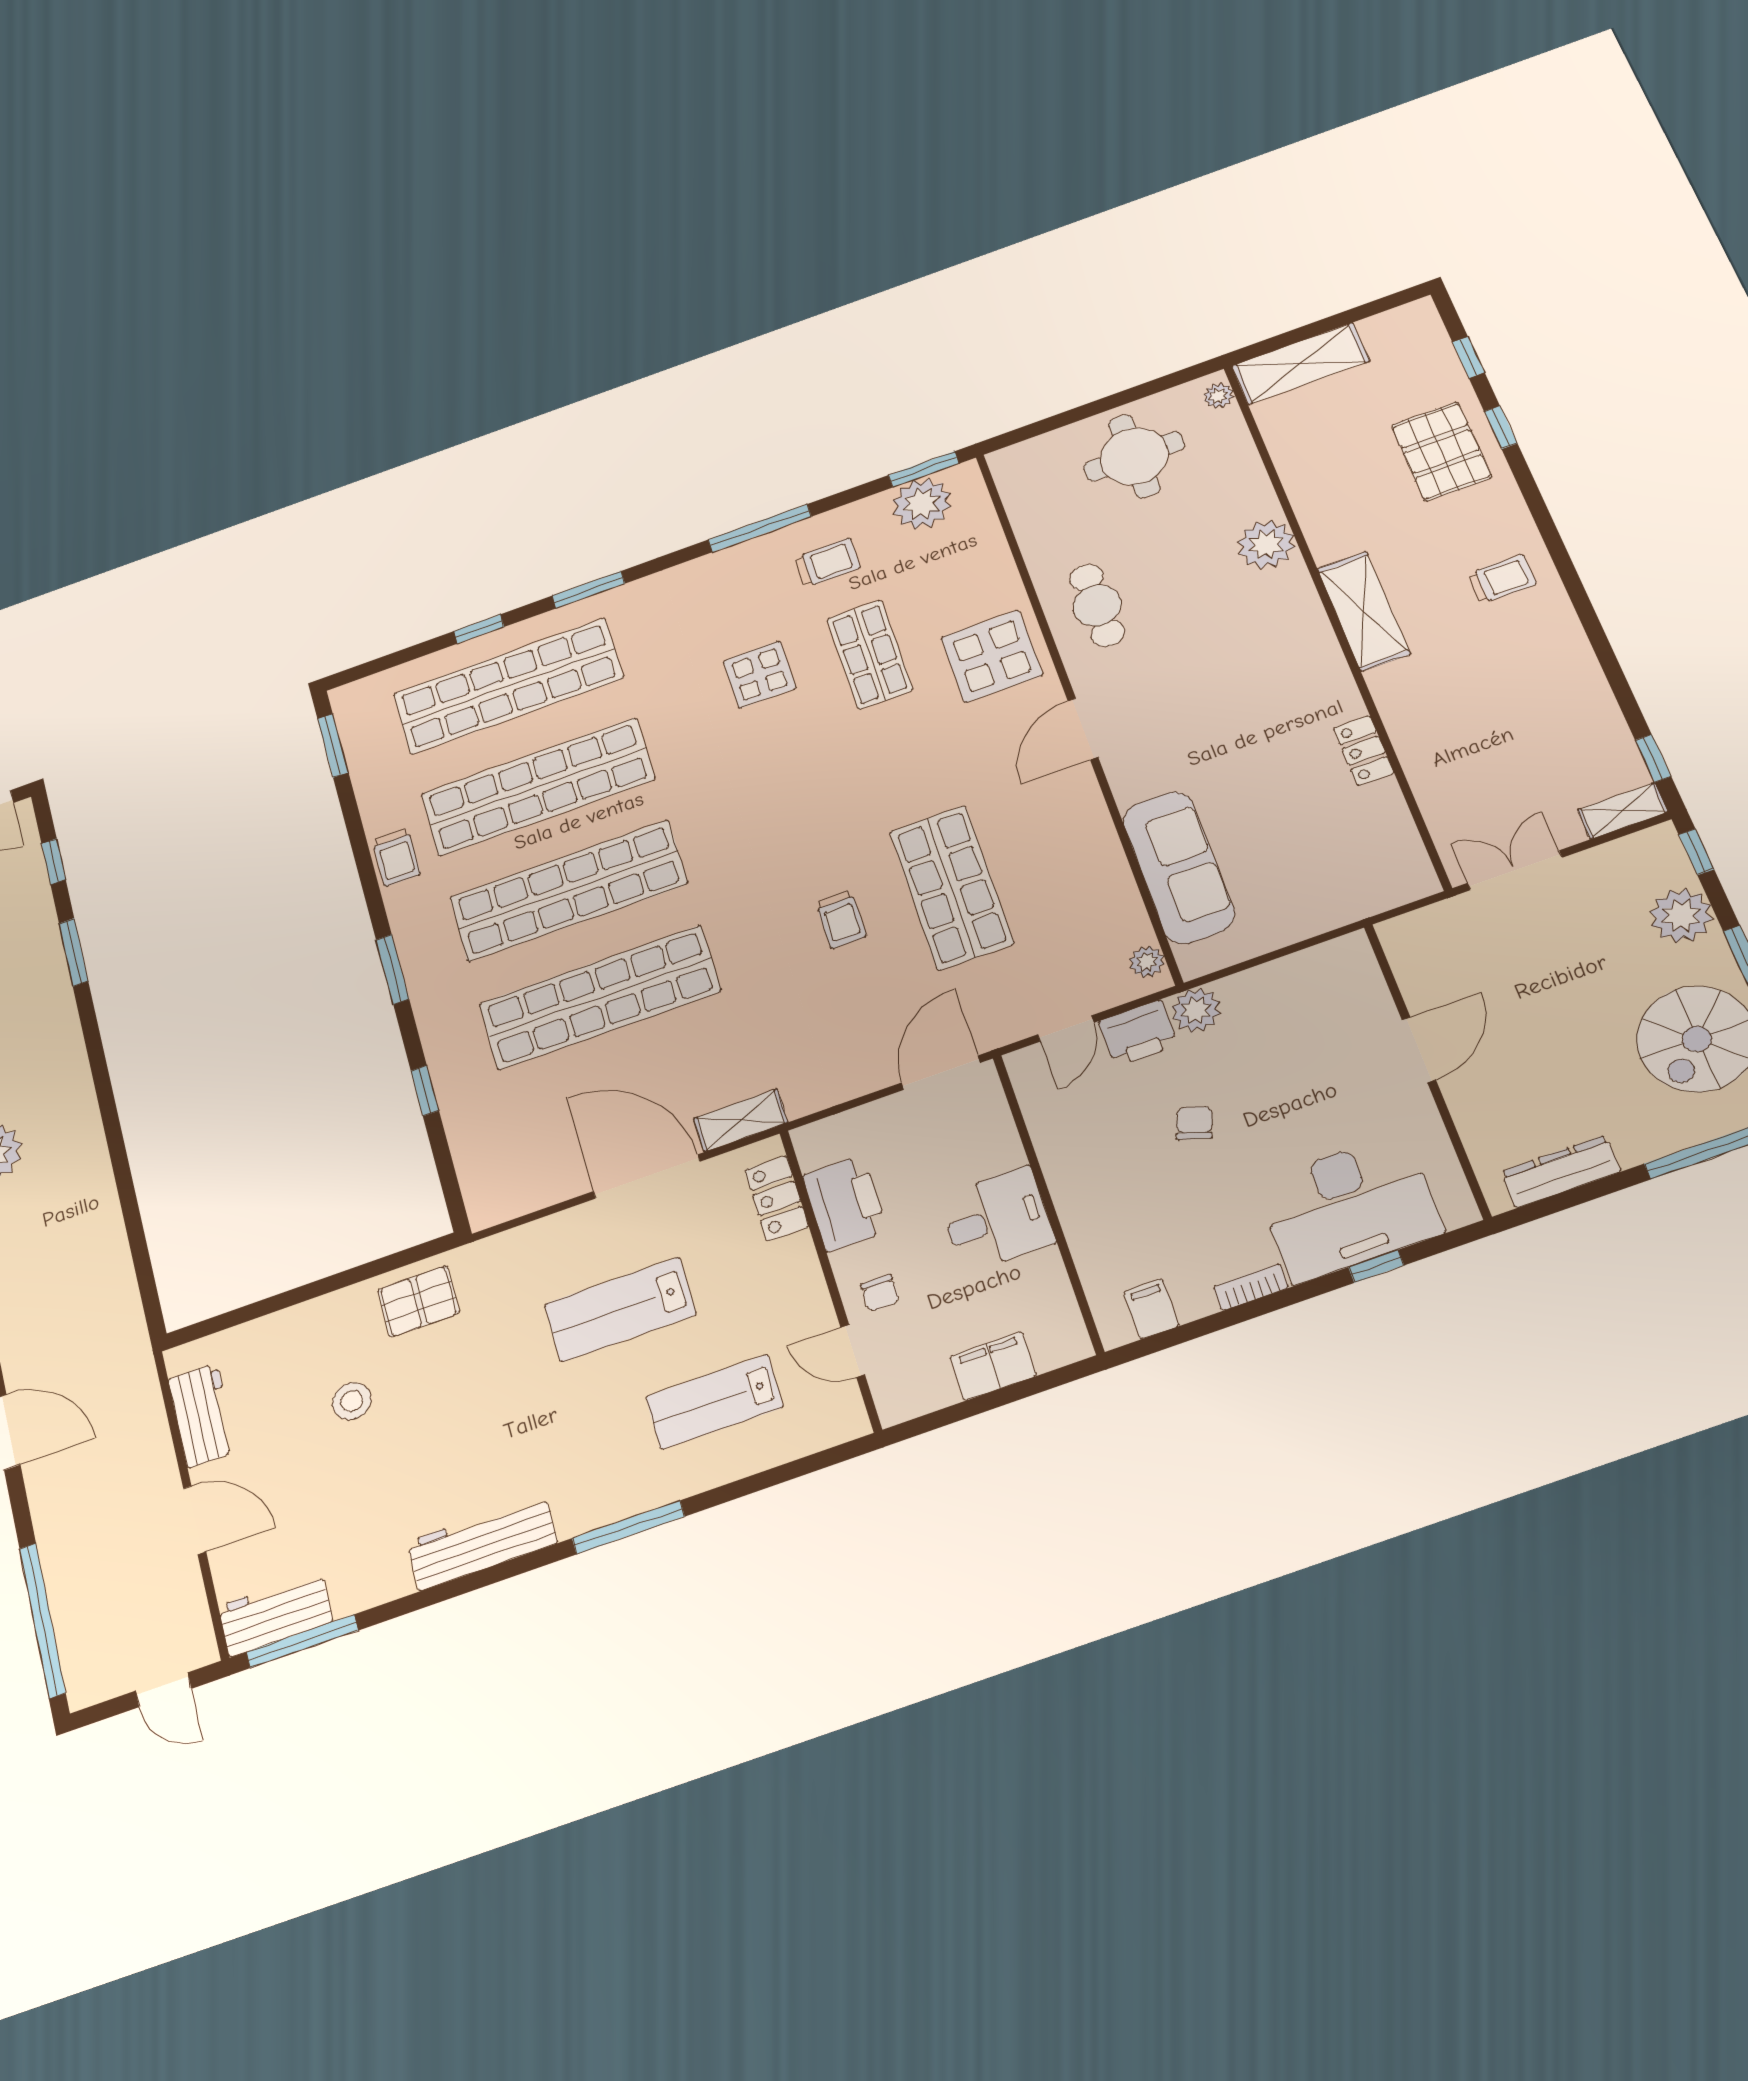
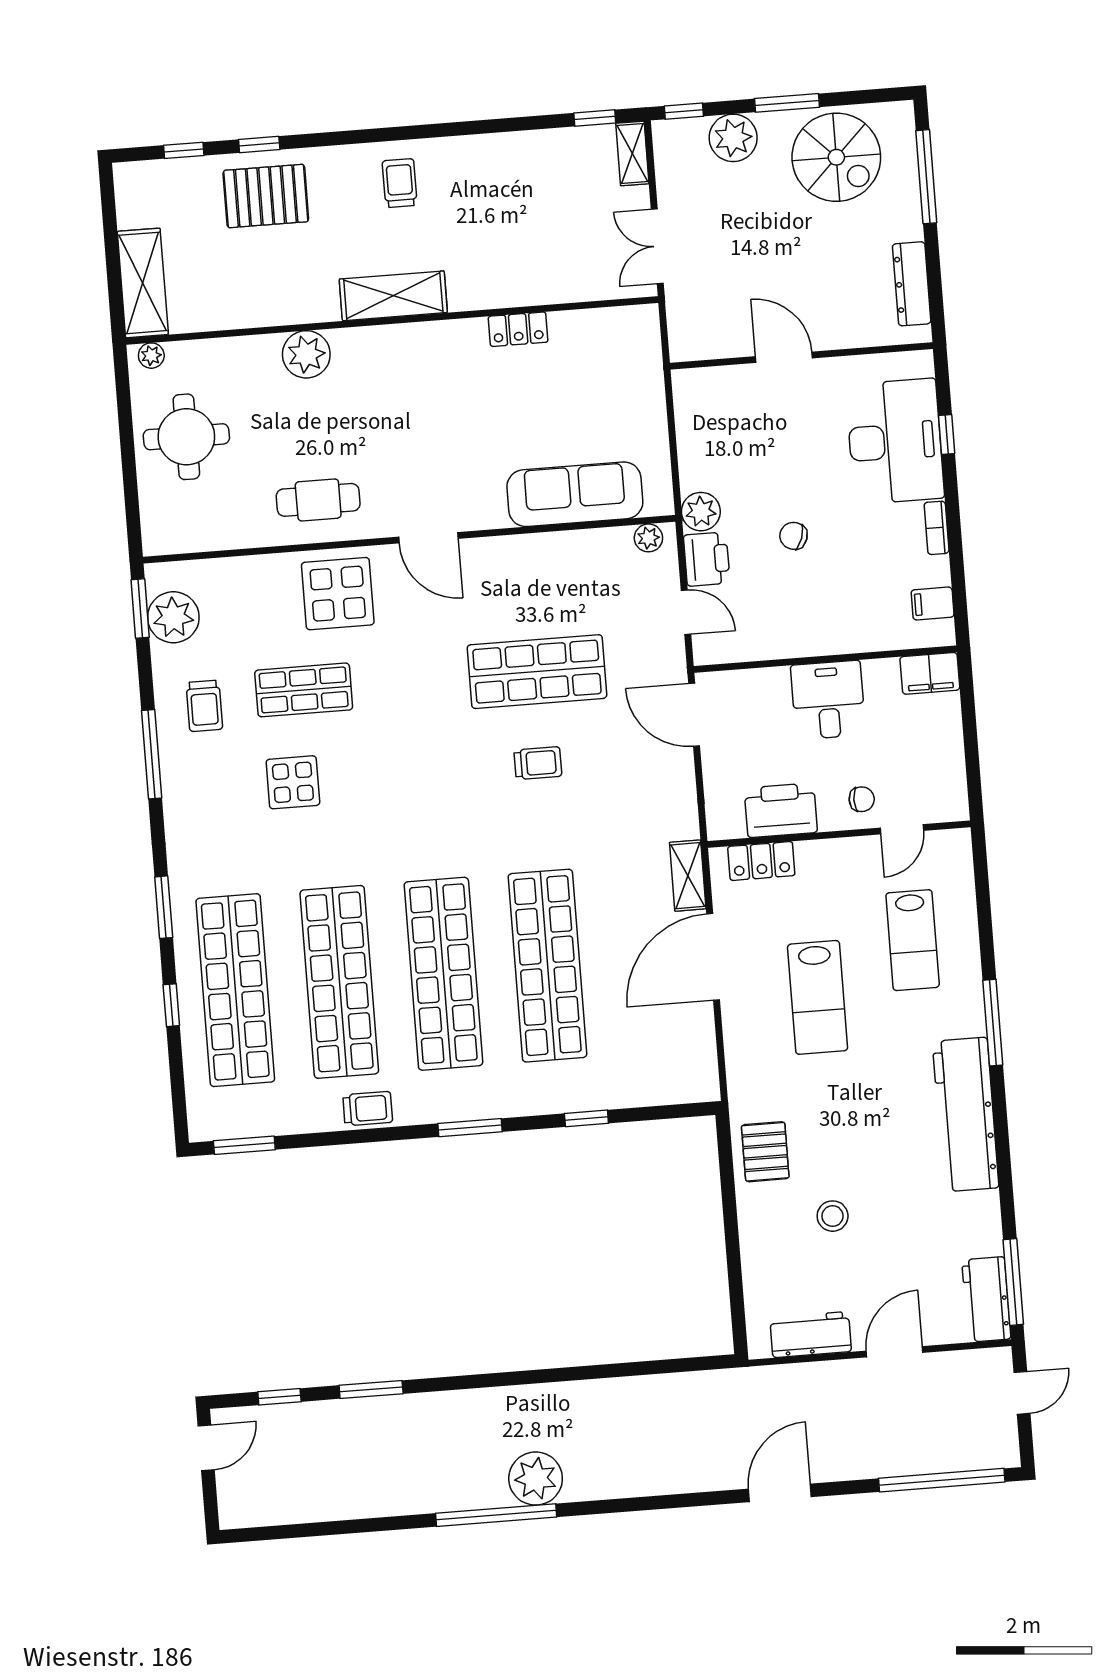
trolley: (827, 563) -> (204, 706), turned 180
filing cabinet: (993, 1366) -> (930, 673), moved, turned -90
workbench: (482, 1542) -> (966, 1115), width x1.36, depth x1.32

